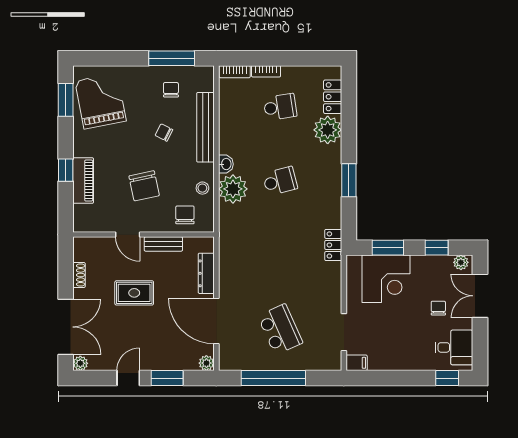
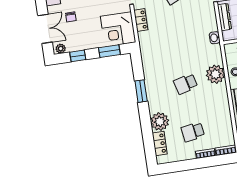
washbasin: (226, 164) -> (215, 38), moved
locker: (333, 245) -> (141, 20), moved
corner desk: (386, 279) -> (118, 29), moved, turned -90

